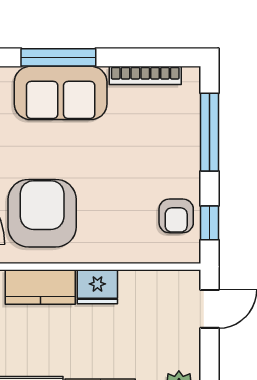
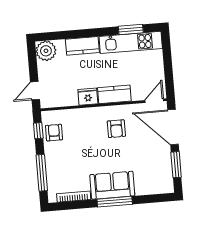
armchair: (42, 213) -> (116, 129), width x0.53, depth x0.53

